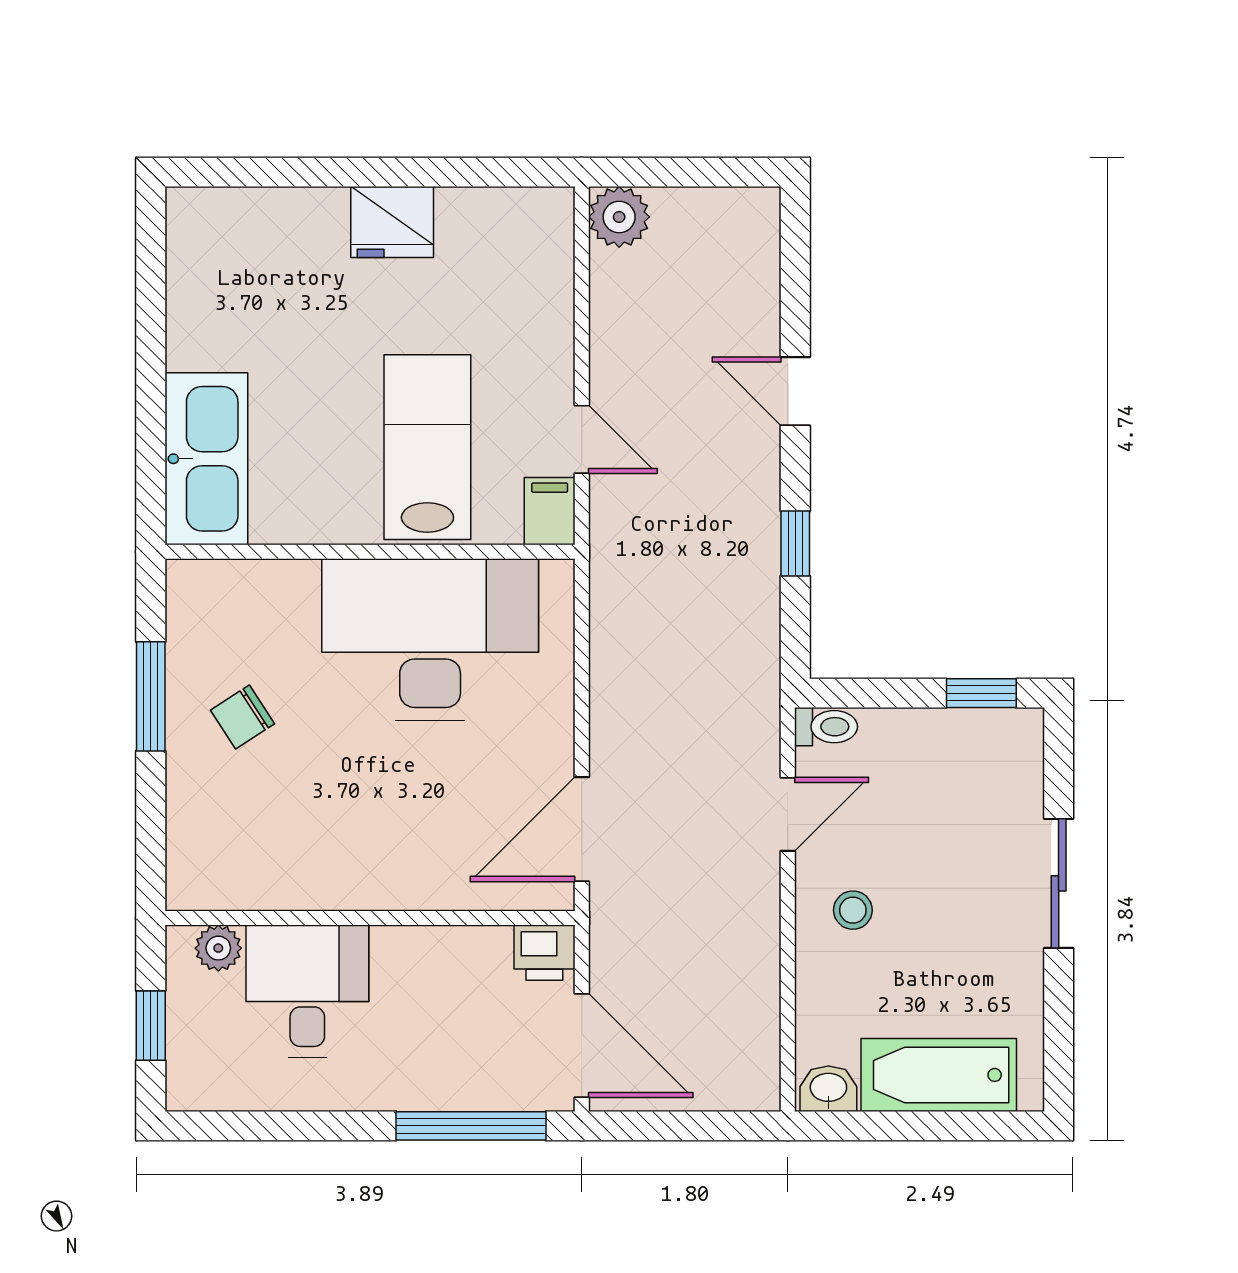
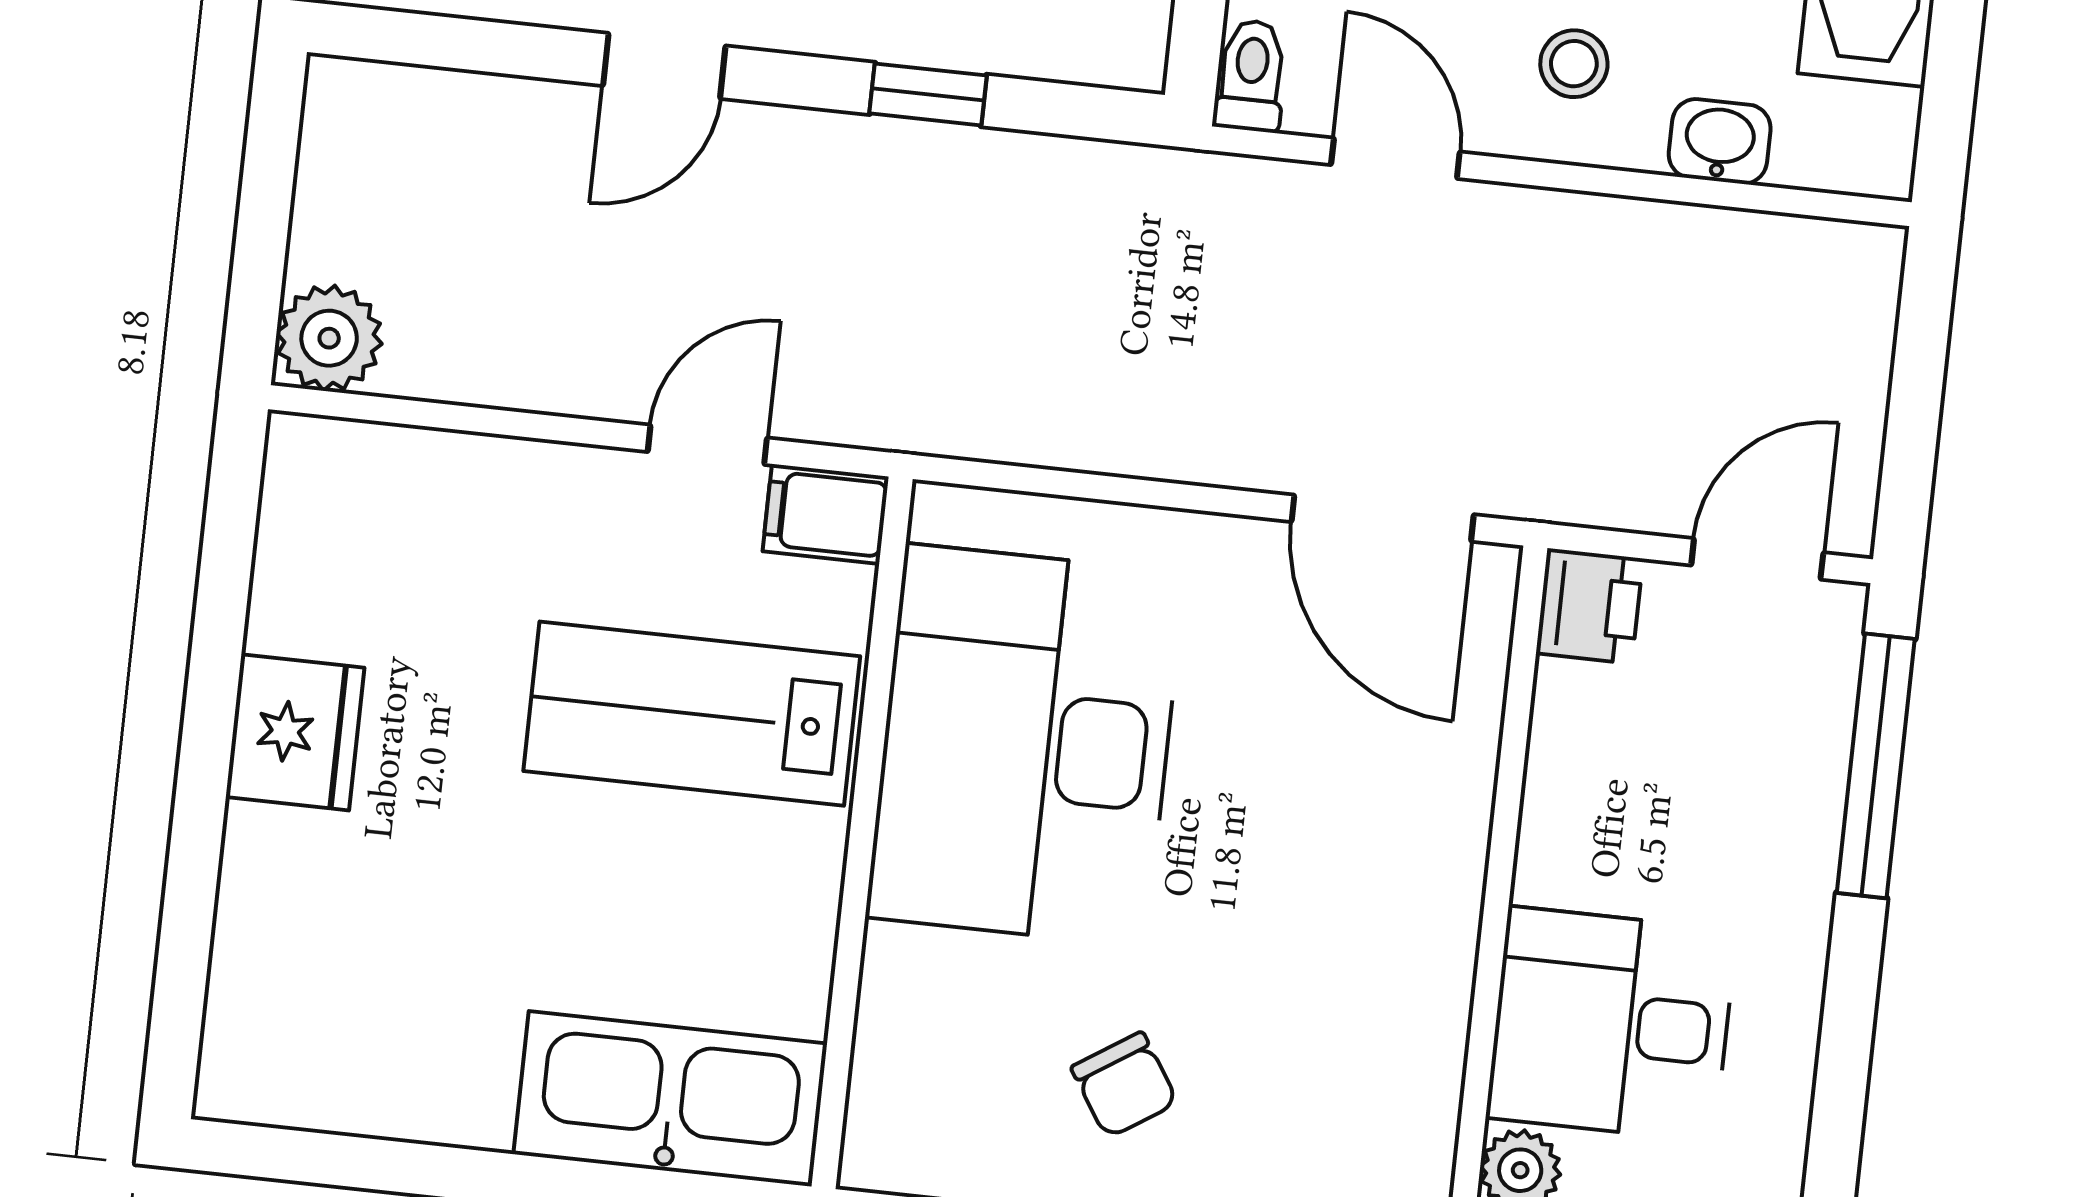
door: (582, 1045) -> (1757, 559), width x0.73
washbasin: (828, 1089) -> (1720, 141), moved, turned 90

